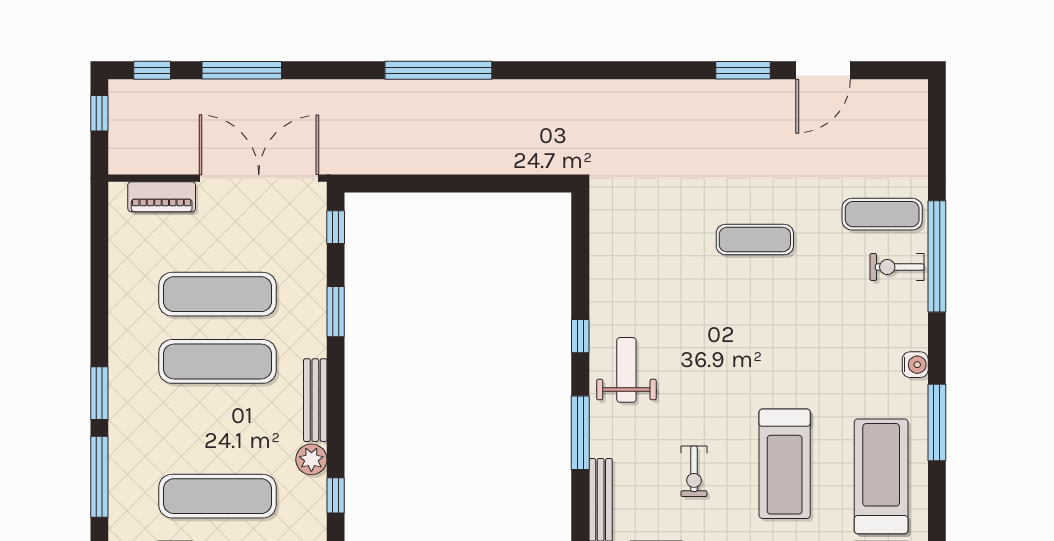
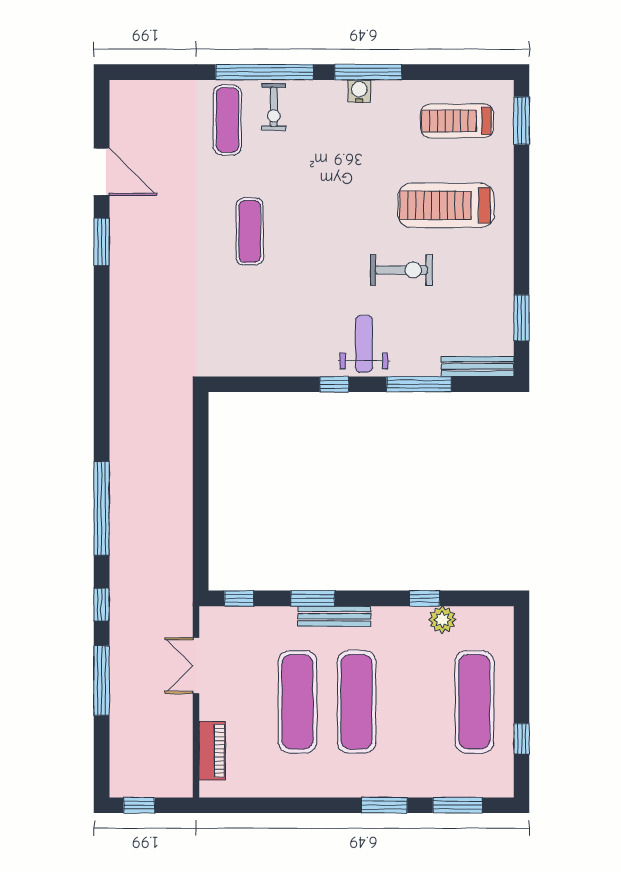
window: (152, 70) -> (102, 605), moved
double door: (259, 178) -> (196, 666), width x0.54
weight bench: (626, 370) -> (364, 344), turned 90
bench: (315, 400) -> (334, 616), moved
window: (937, 423) -> (368, 72), moved
treadmill: (785, 464) -> (446, 205), turned 180
exercise bike: (694, 471) -> (401, 270), moved, width x1.38, depth x1.39
treadmill: (881, 476) -> (457, 121), width x0.73, depth x0.73
window: (99, 477) -> (457, 805), width x0.69
window: (336, 495) -> (424, 598), moved

